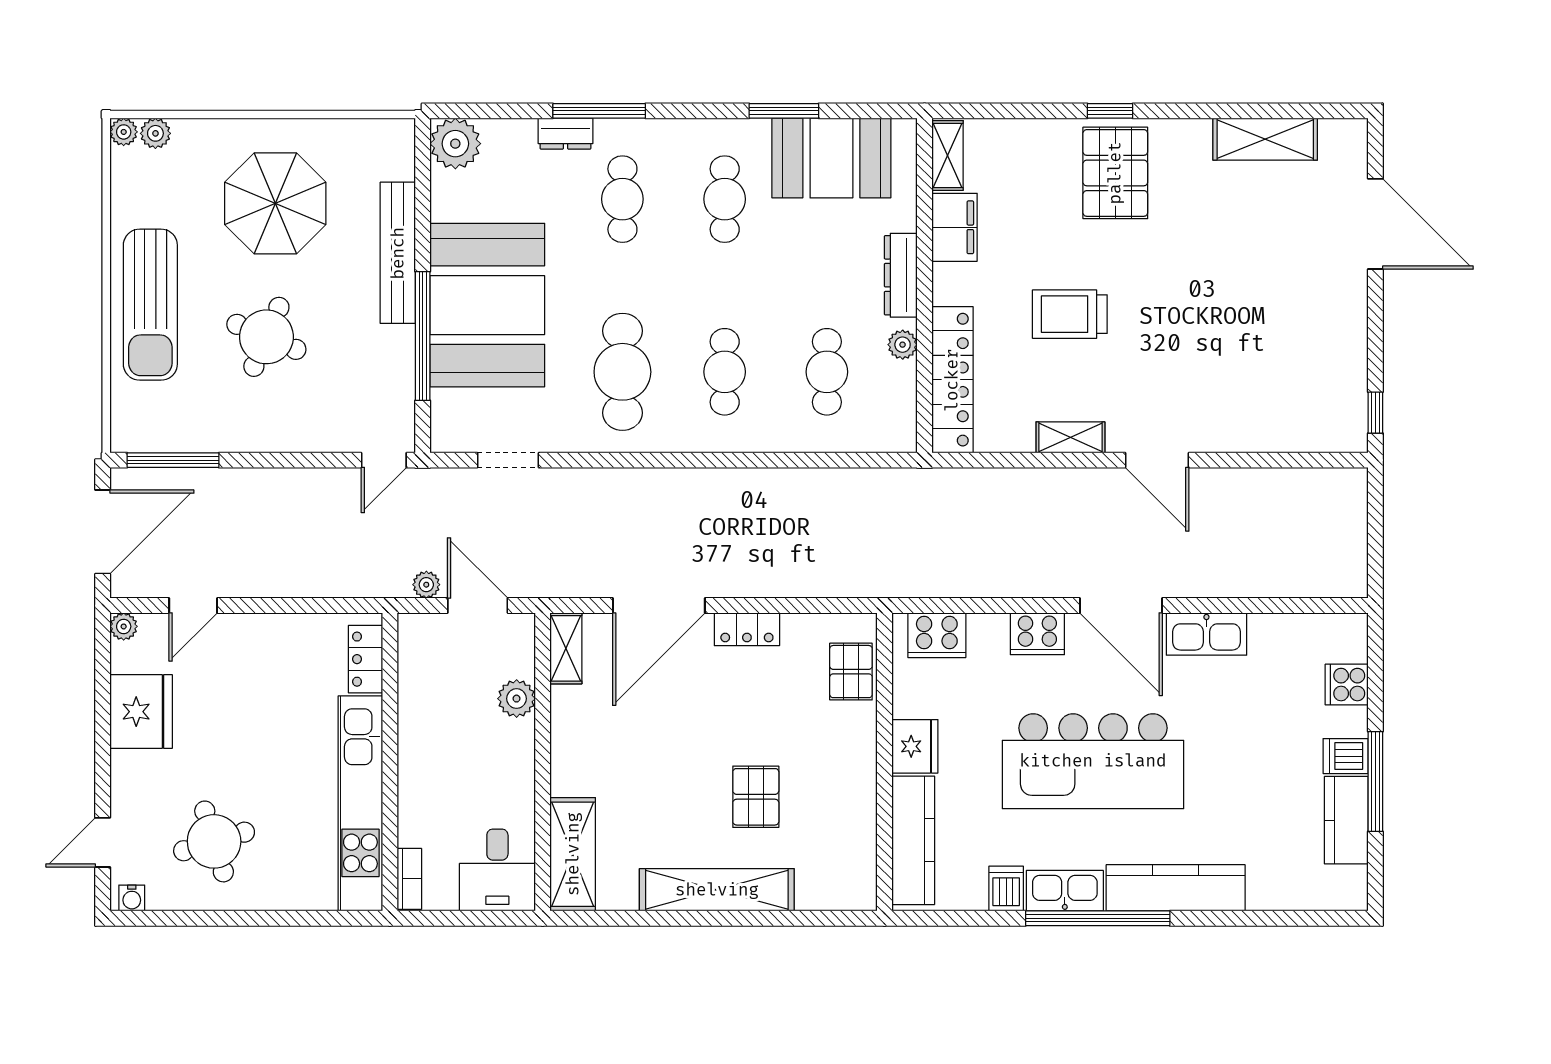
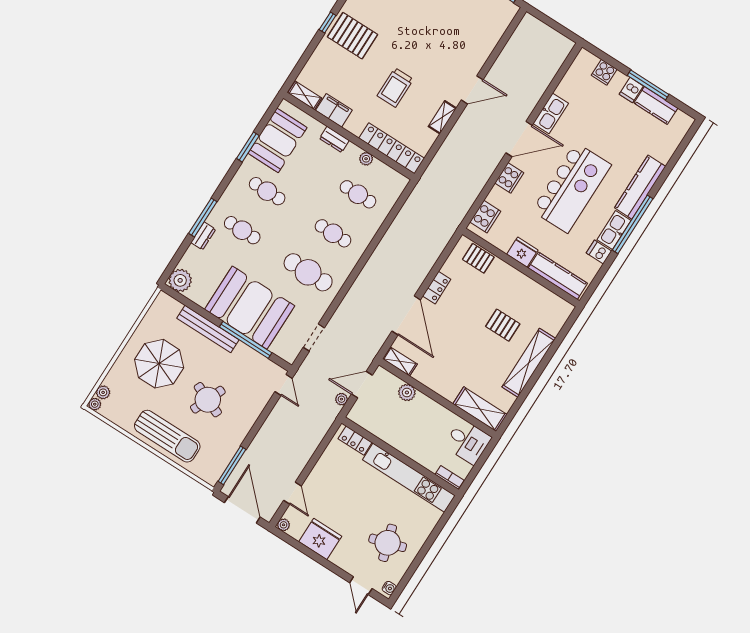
dresser: (901, 275) -> (334, 139), width x0.70

